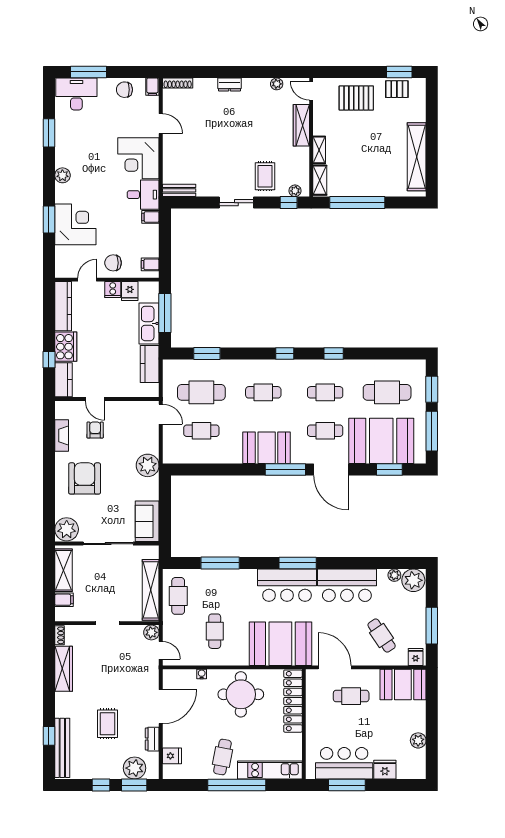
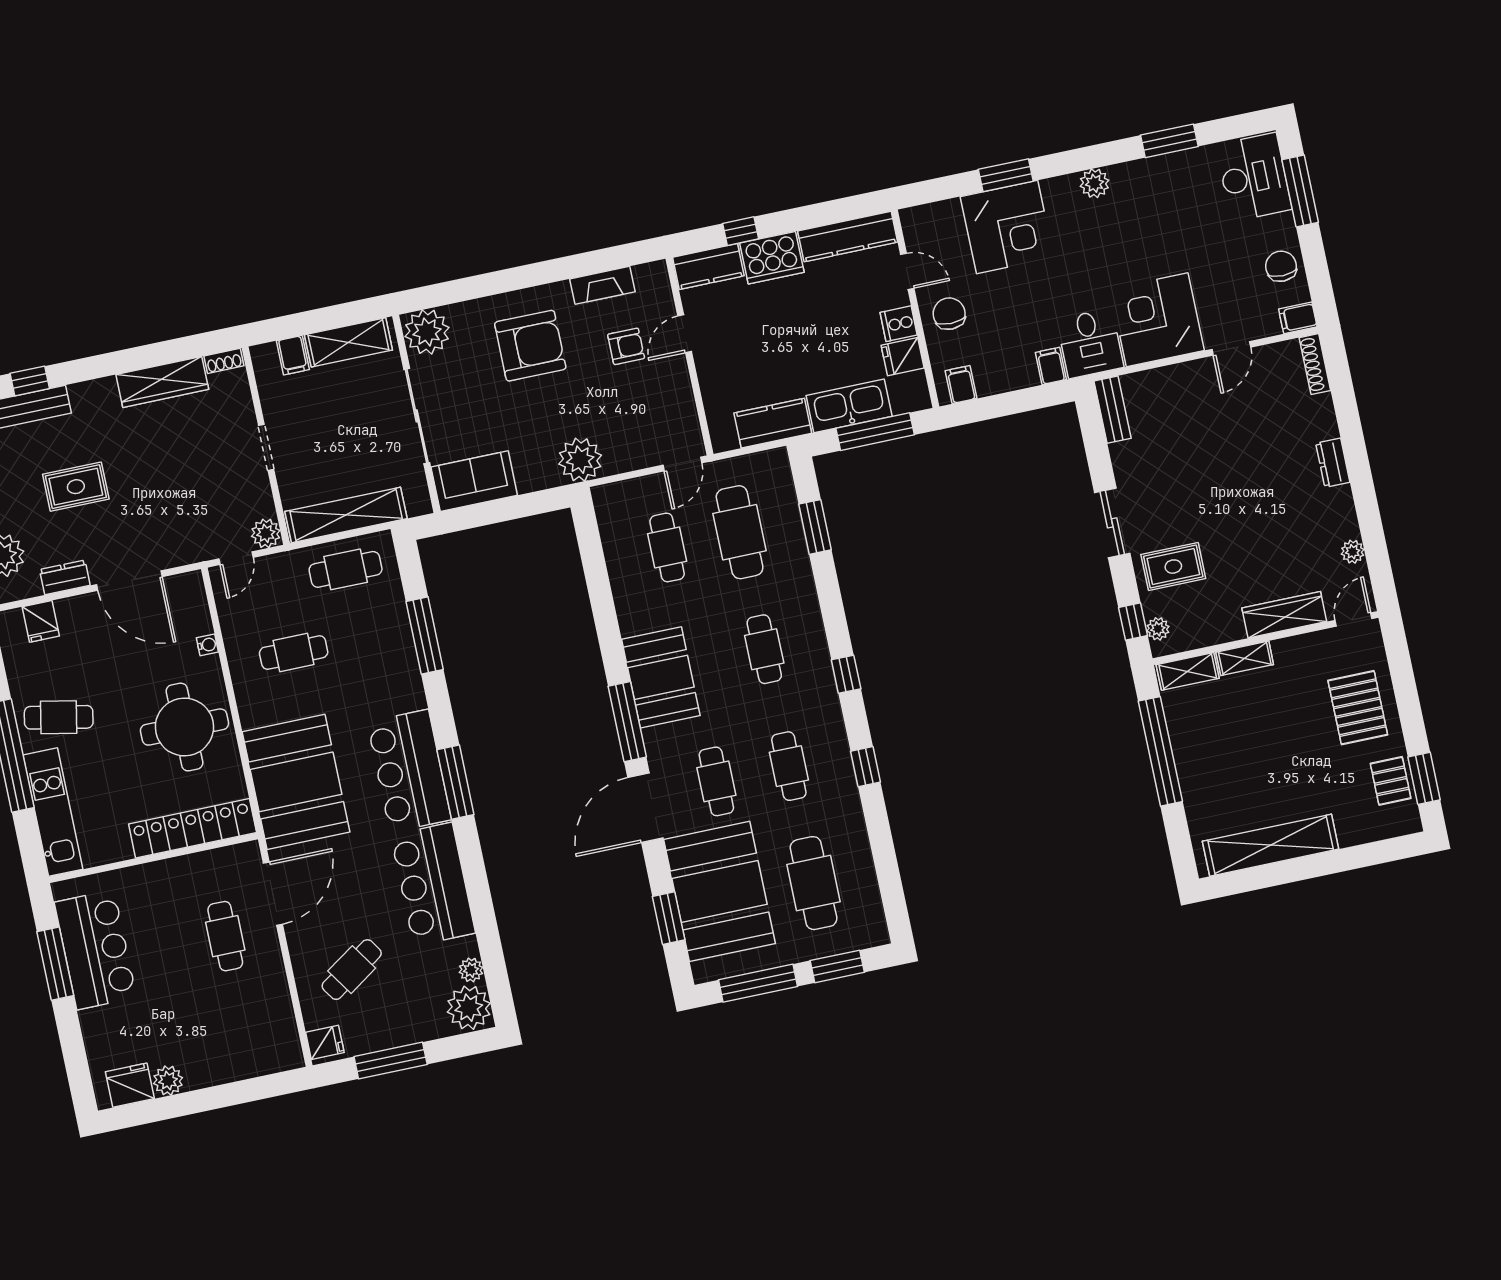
booth: (403, 685) -> (268, 1030), removed
fridge: (385, 770) -> (130, 1085), moved, turned -90

